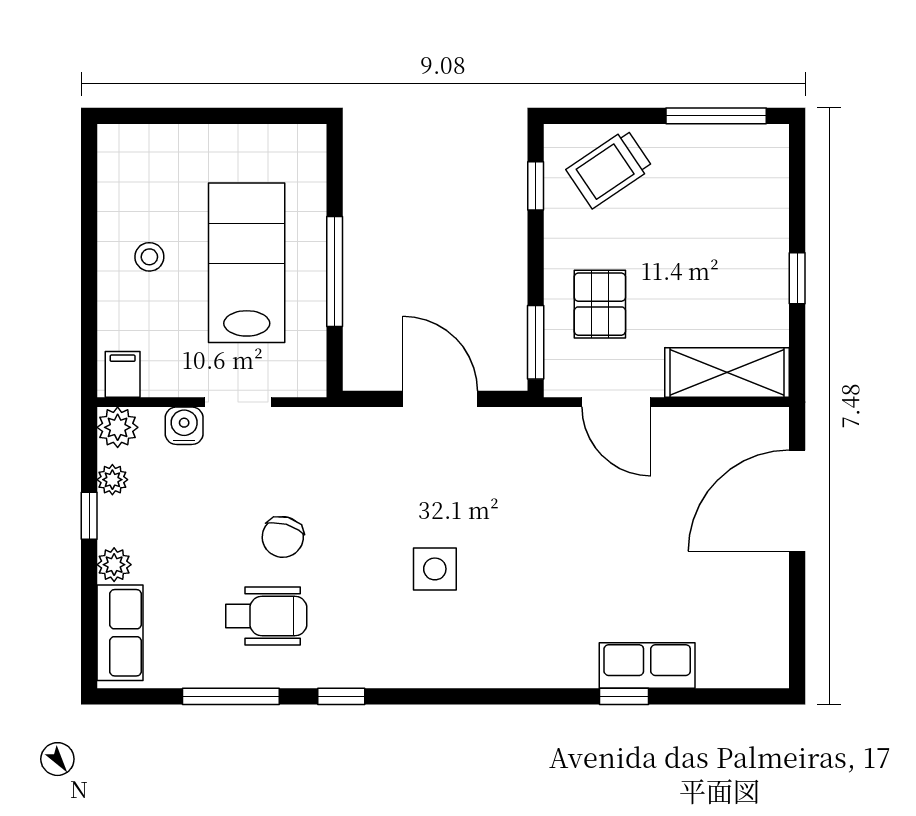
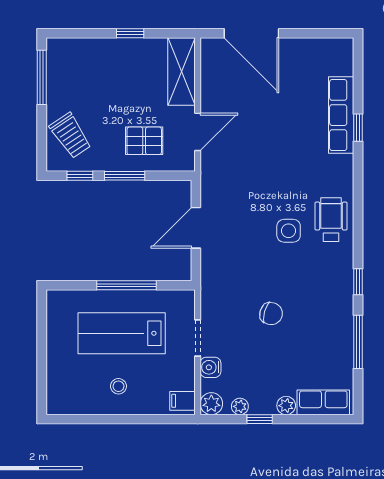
window: (536, 342) -> (125, 176), moved
wheelchair: (266, 616) -> (331, 220), moved
row of seats: (647, 666) -> (341, 115), width x1.48

